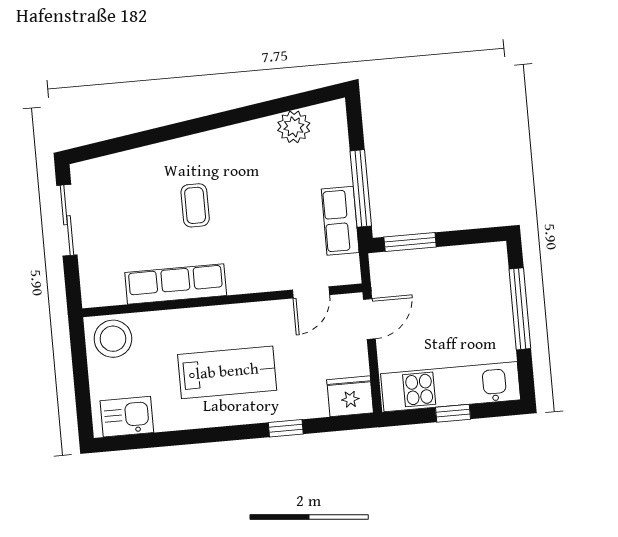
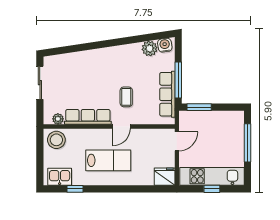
water cooler: (326, 117) -> (165, 45), added
coffee table: (195, 205) -> (126, 97), moved
row of seats: (340, 221) -> (167, 94), width x1.48
door: (311, 292) -> (121, 127), moved
plant: (112, 294) -> (58, 119), added
window: (286, 428) -> (75, 189), moved

